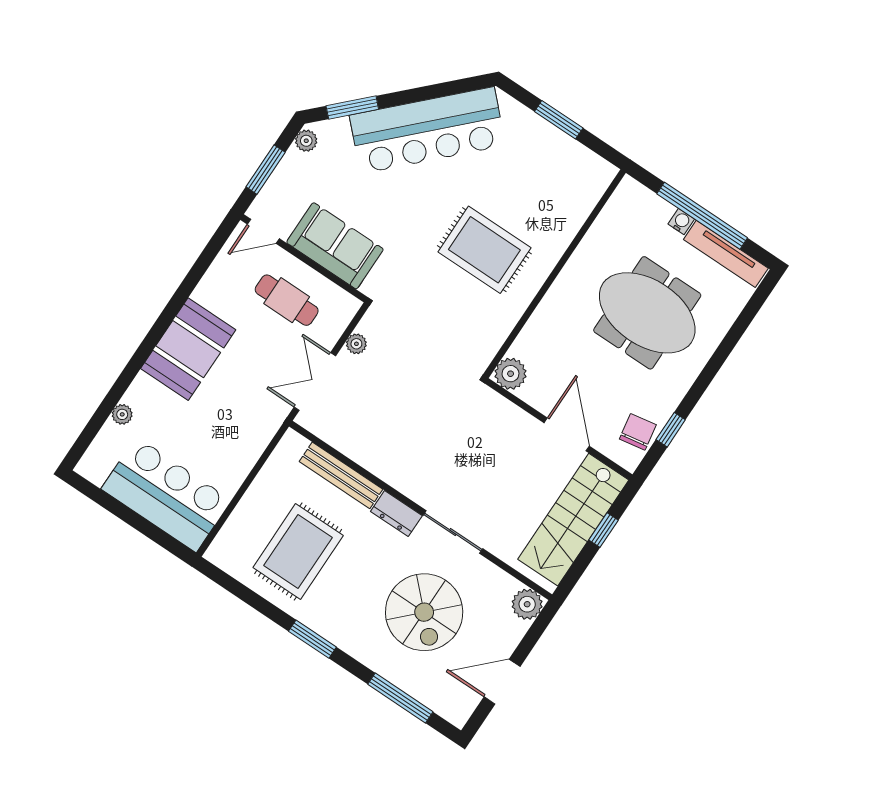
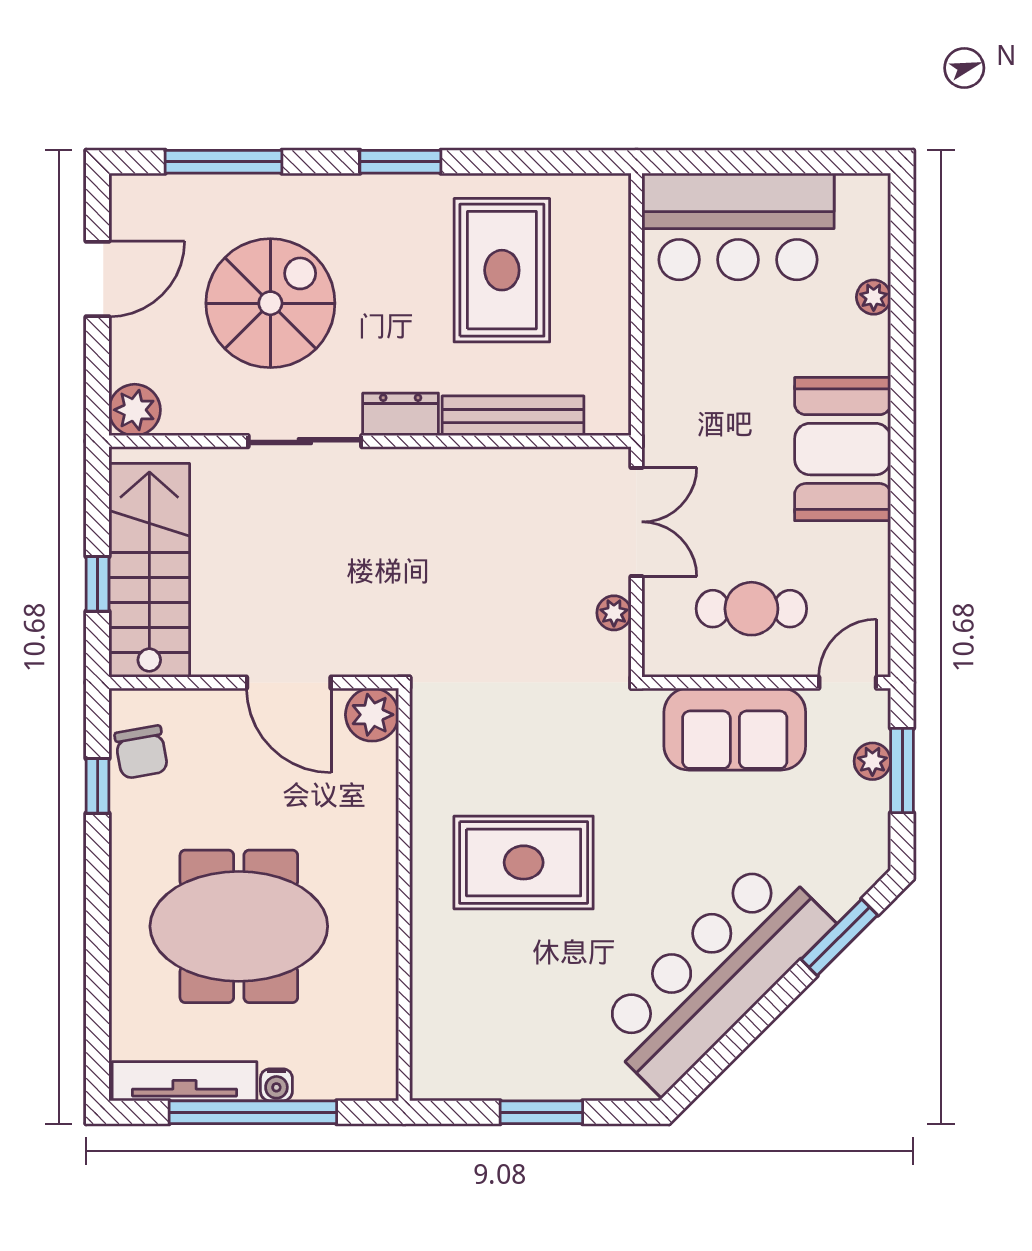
plant: (306, 141) -> (872, 761), moved
door: (567, 434) -> (289, 683), moved
spiral stairs: (424, 612) -> (270, 303), turned 90

